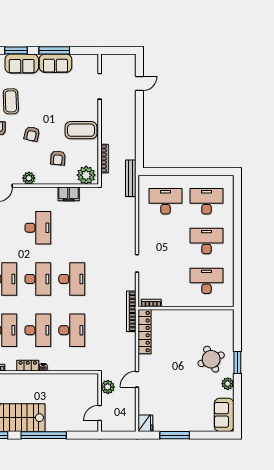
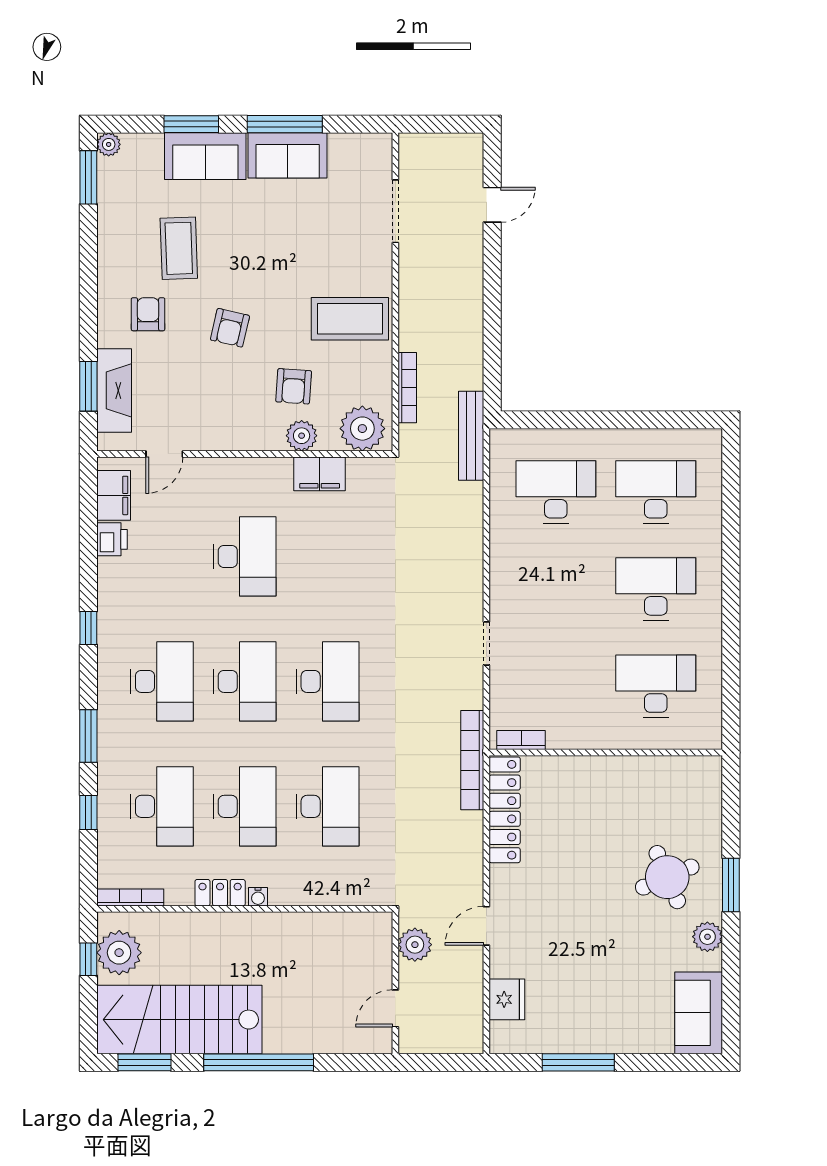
plant: (29, 178) -> (302, 436), moved
fridge: (145, 423) -> (507, 999), moved

